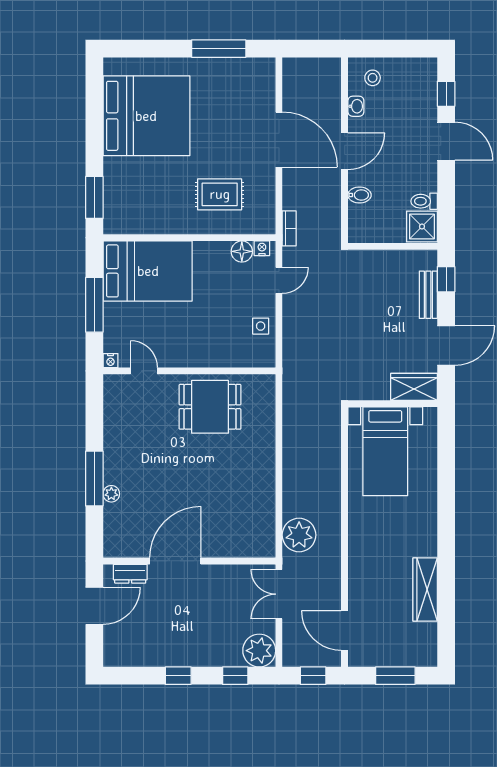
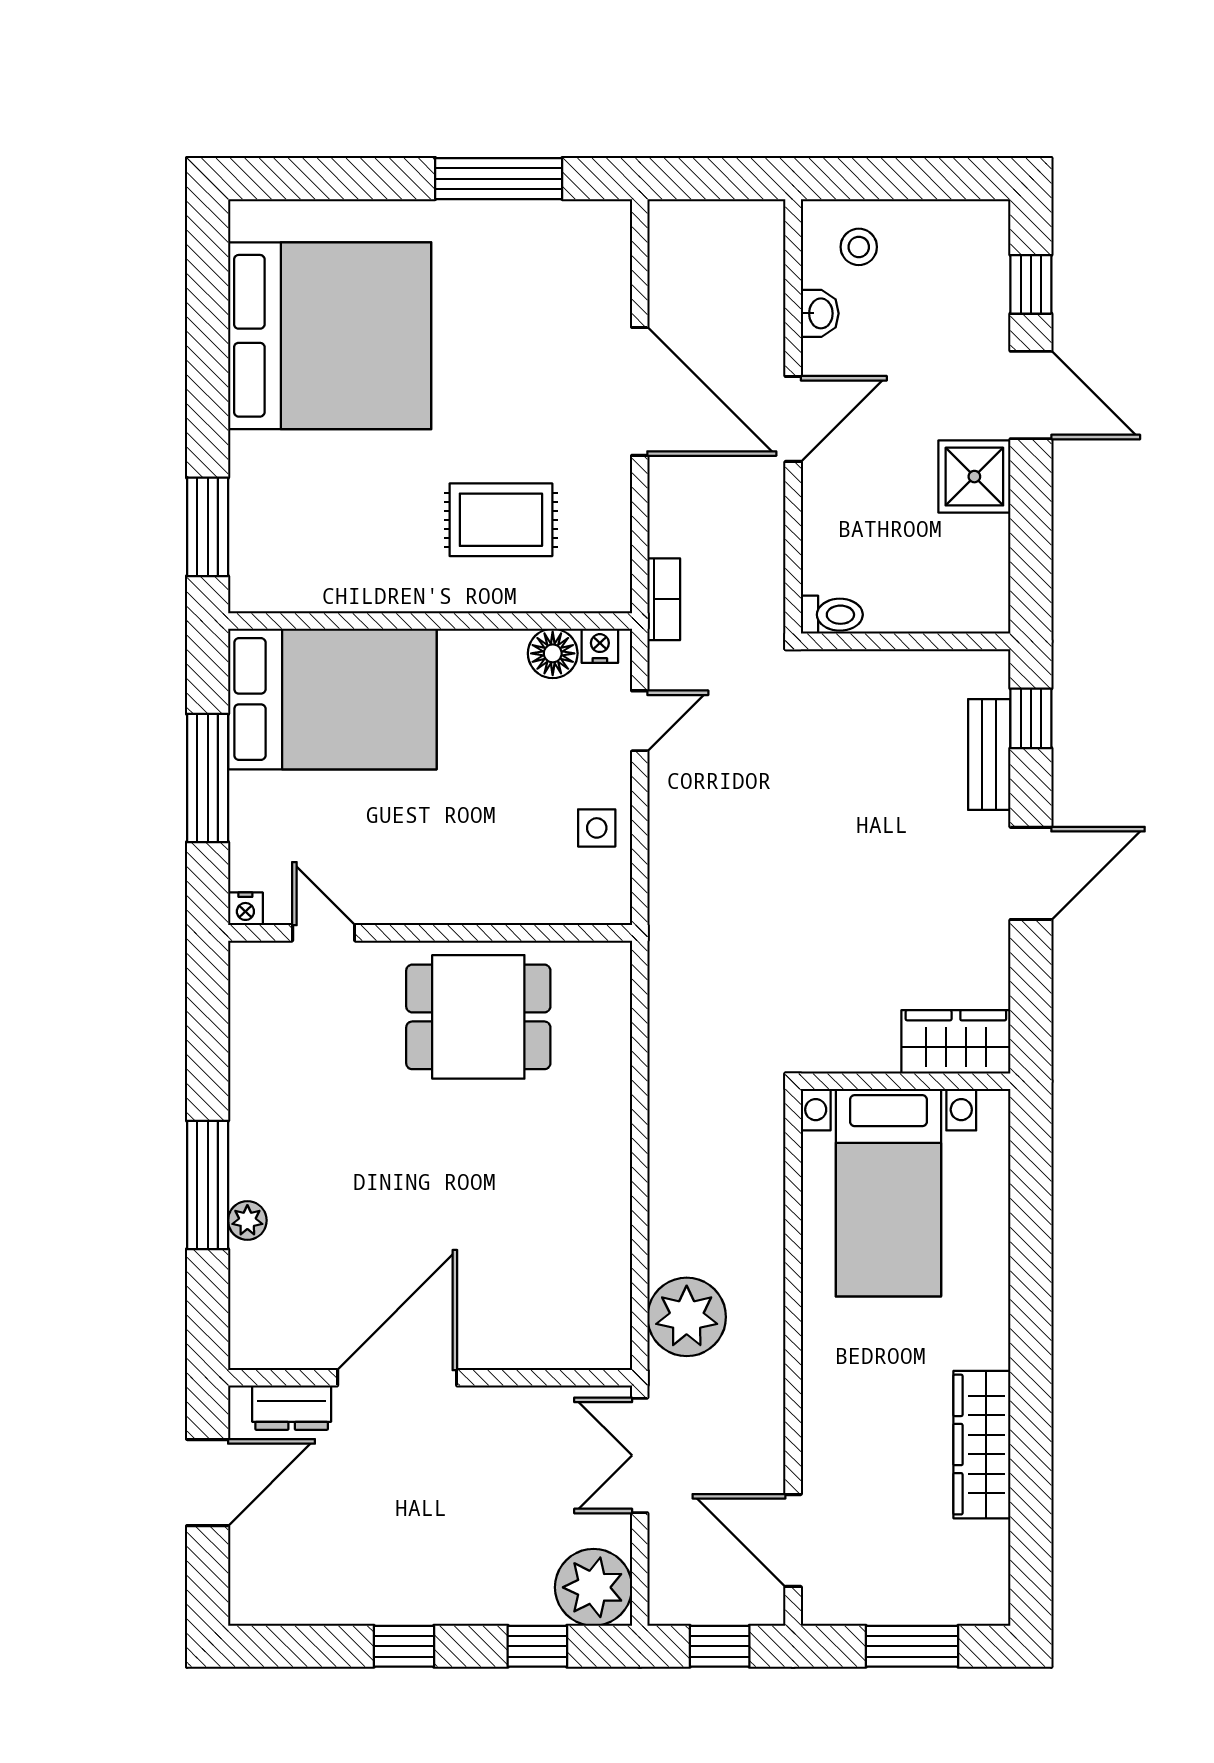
bidet: (359, 195) -> (828, 521), removed
toilet: (424, 201) -> (832, 615), moved, turned 180
shower: (422, 227) -> (974, 477), moved
wardrobe: (414, 387) -> (956, 1042), moved
wall: (393, 404) -> (906, 1081), moved
bed with nightstands: (385, 451) -> (888, 1193), moved

